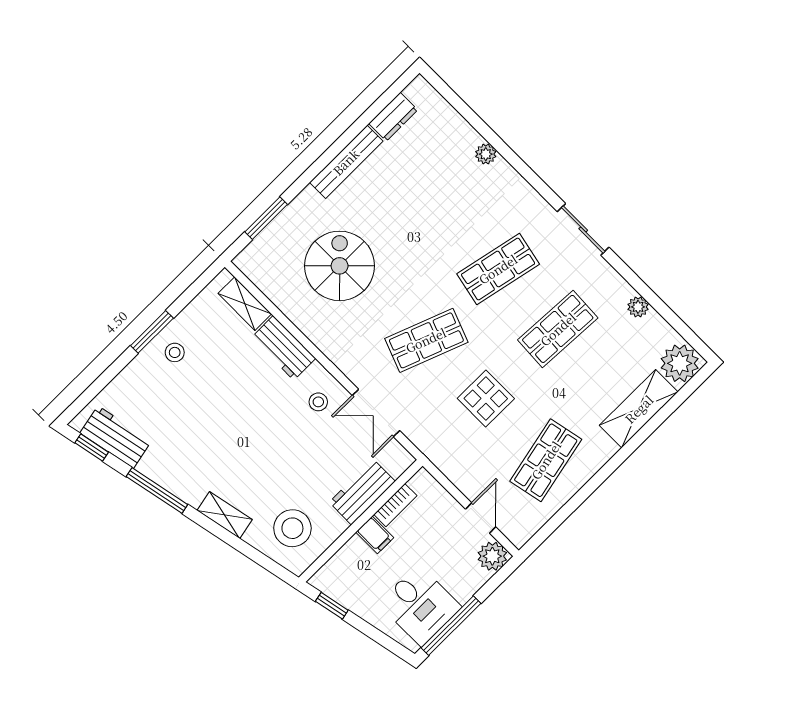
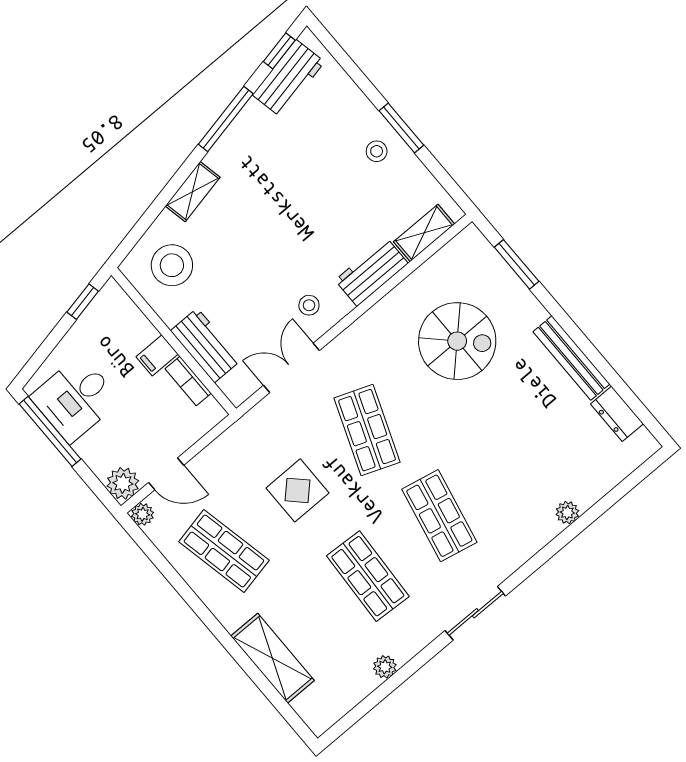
plant: (680, 363) -> (143, 514), moved, width x0.53, depth x0.53

